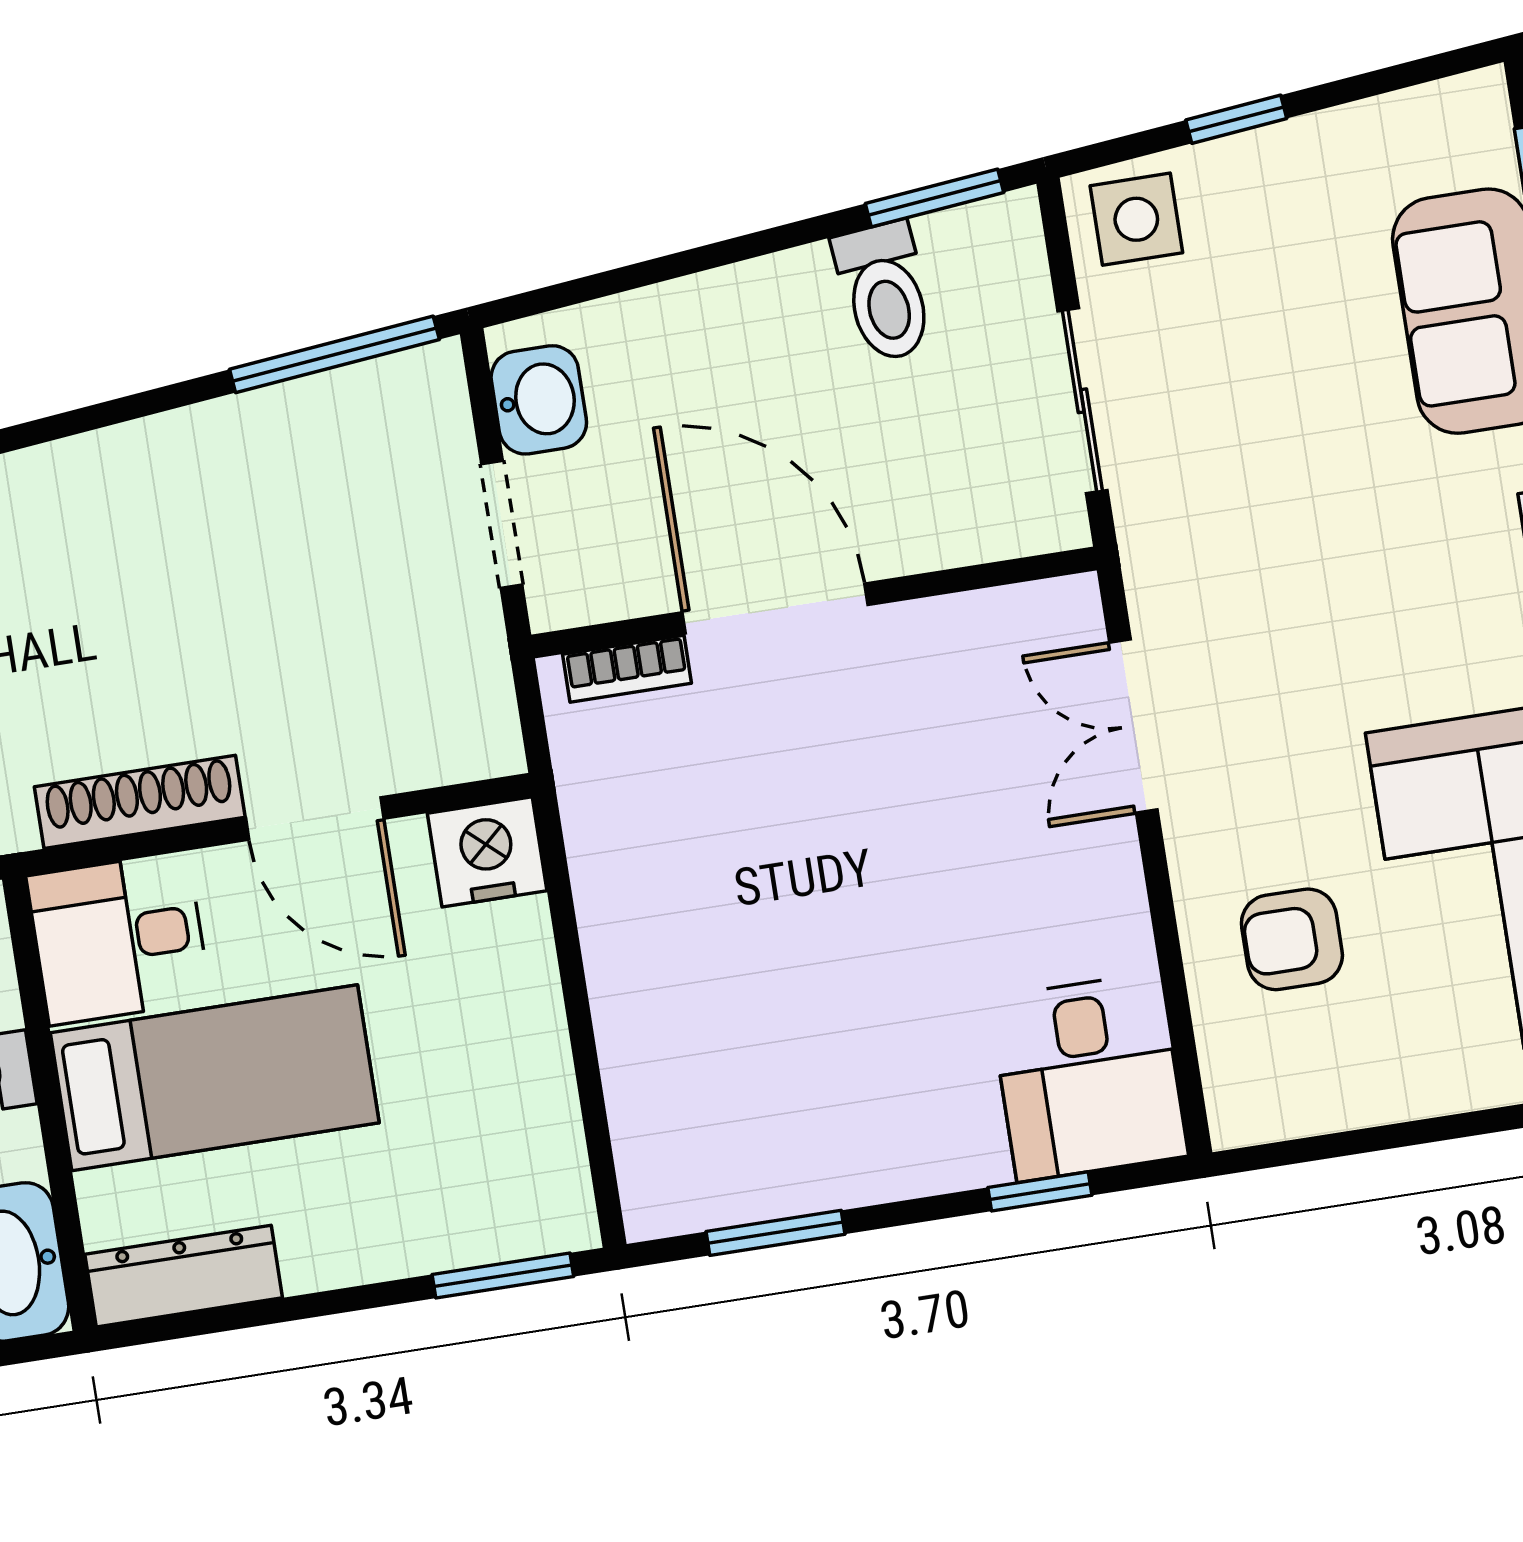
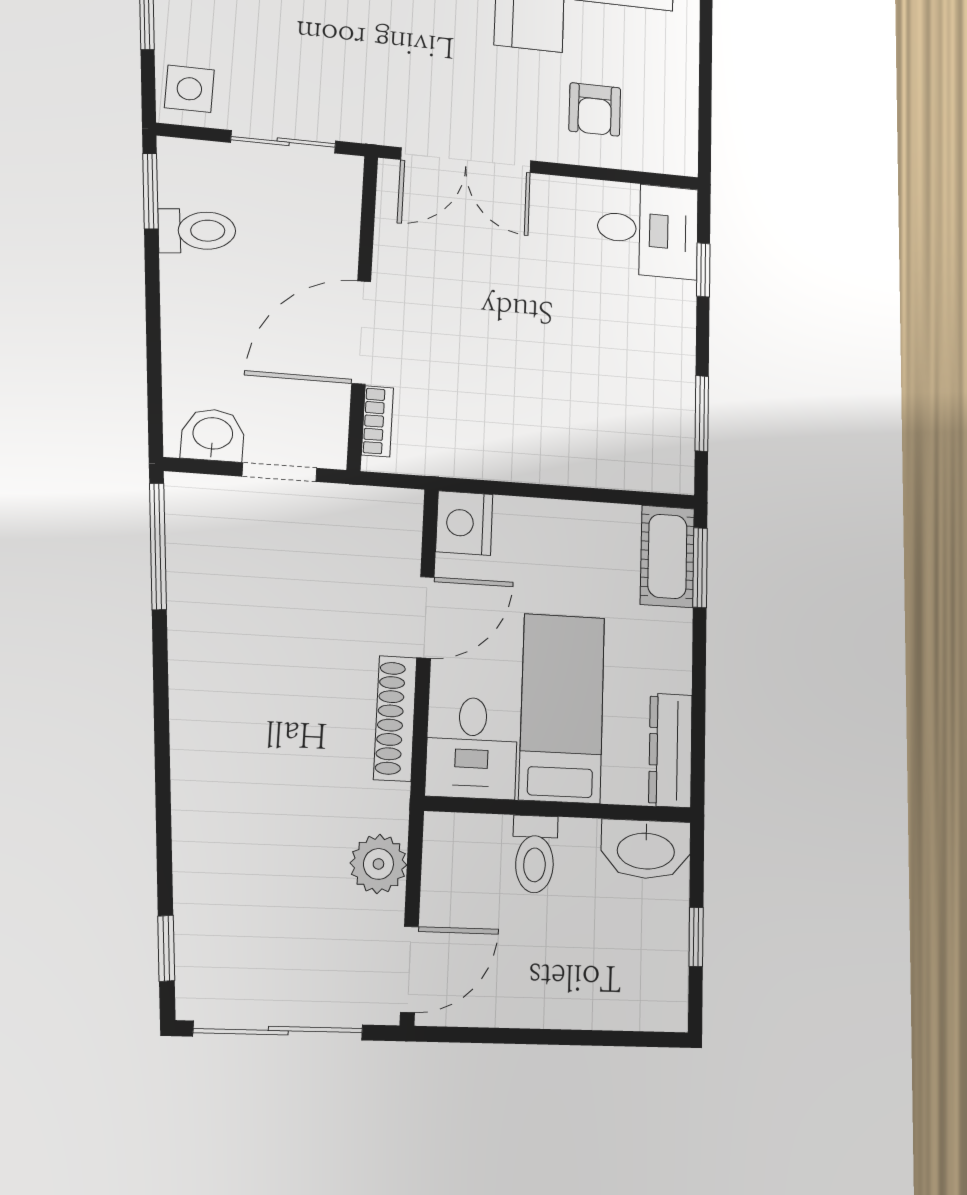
double door: (1133, 726) -> (466, 160), width x1.37
cot: (510, 1214) -> (667, 556), added

